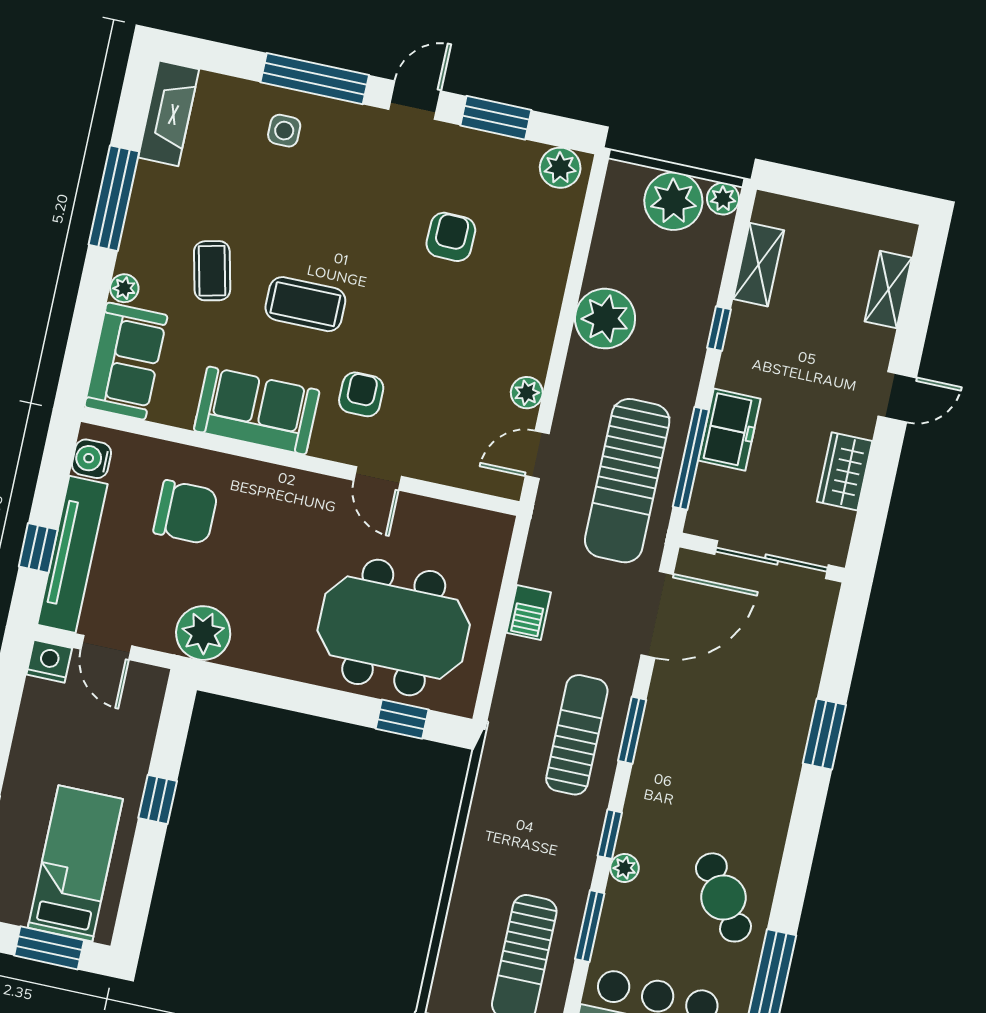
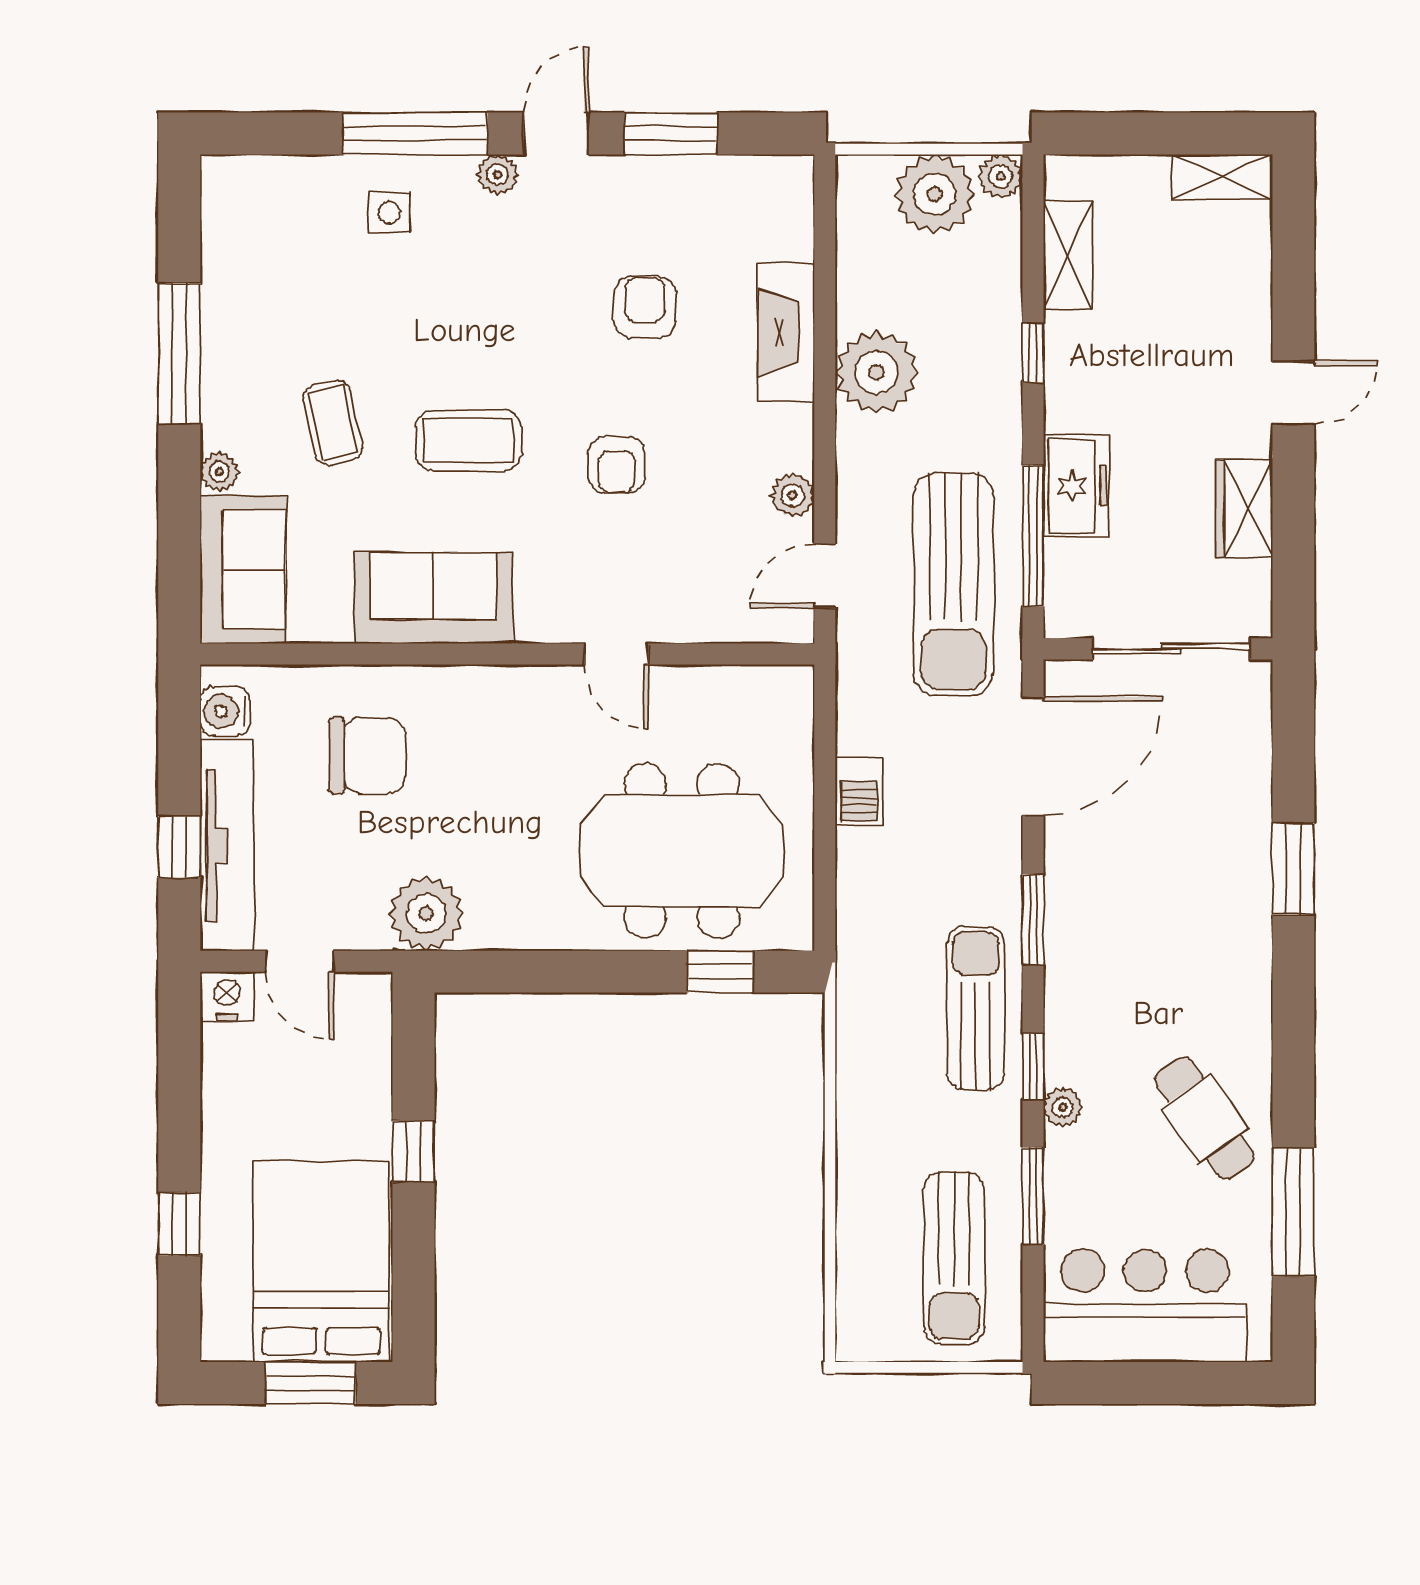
fireplace: (169, 113) -> (786, 332), moved, turned 180
plant: (560, 168) -> (498, 175), moved, width x0.73, depth x0.73
shelving: (888, 290) -> (1223, 177), moved, turned 90
armchair: (361, 394) -> (617, 465), moved, turned 180
sun lounger: (577, 735) -> (976, 1008), moved
bed: (75, 863) -> (321, 1261), width x1.50

